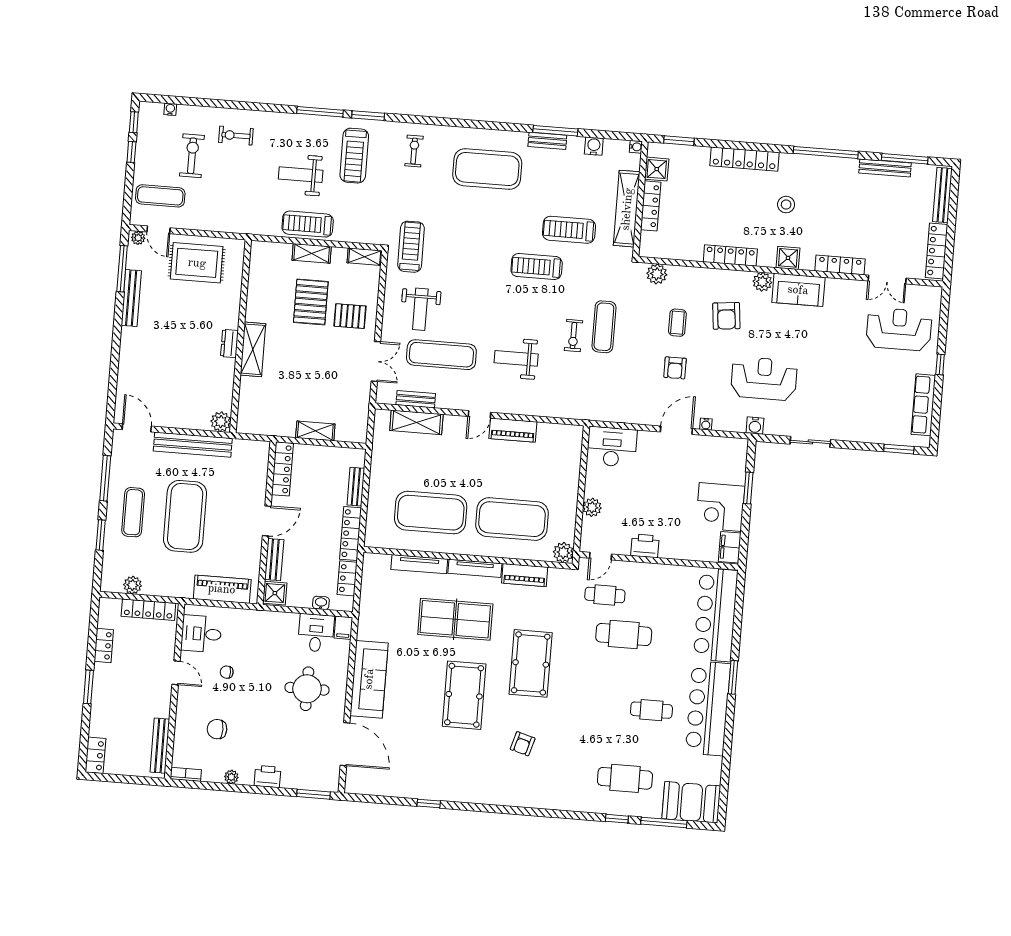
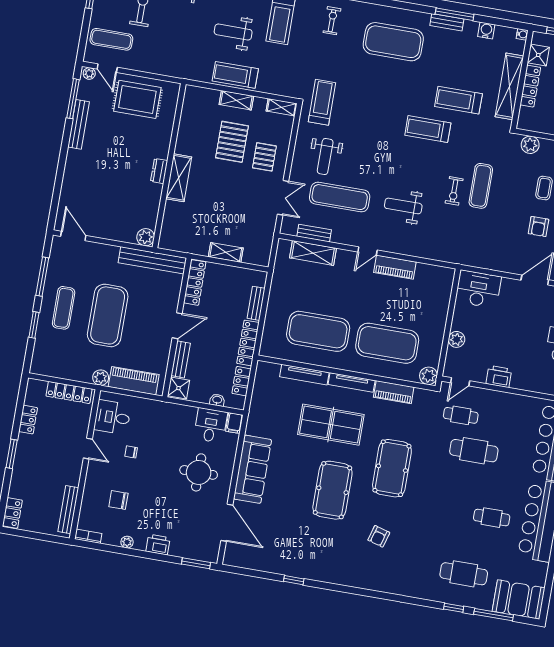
pallet: (350, 316) -> (264, 157), turned 90
bench: (193, 445) -> (152, 260), moved
plant: (133, 585) -> (101, 378), moved

